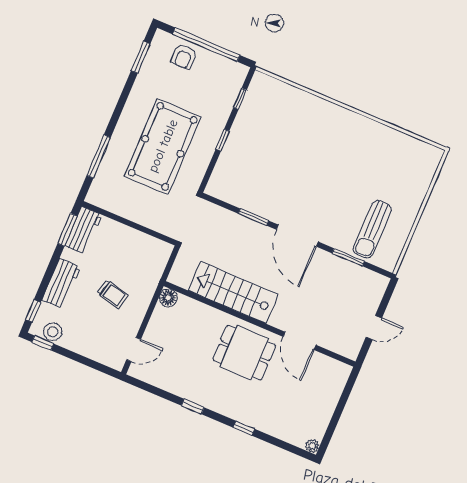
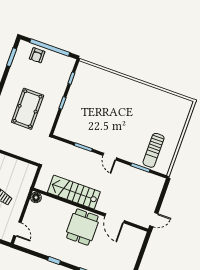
pool table: (163, 146) -> (28, 109), width x0.73, depth x0.76
door: (297, 236) -> (110, 157), width x0.53
door: (374, 328) -> (154, 220), moved
door: (134, 349) -> (17, 229), hinge flipped
dining table: (244, 352) -> (82, 227), turned 90

